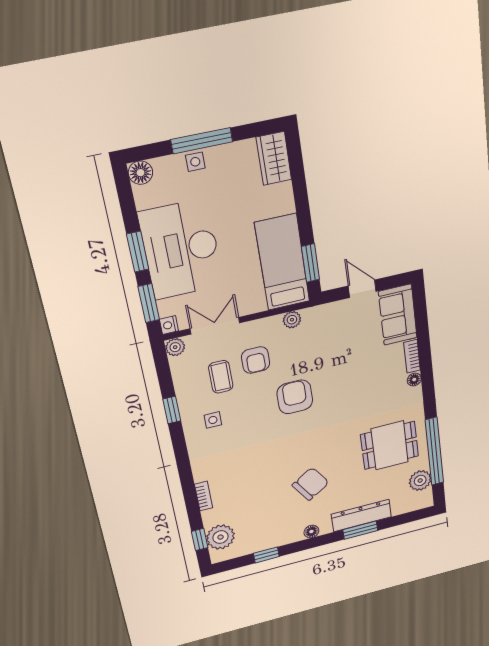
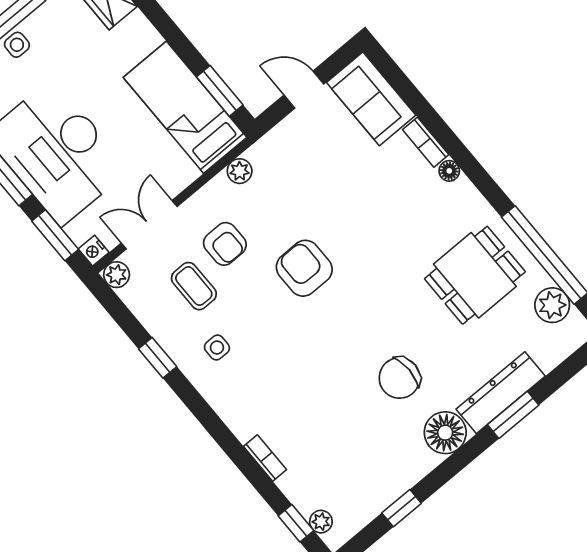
chair: (311, 484) -> (399, 378), turned -147
floor lamp: (311, 531) -> (445, 433), width x1.89, depth x1.89
plant: (221, 537) -> (321, 522), width x0.53, depth x0.53

